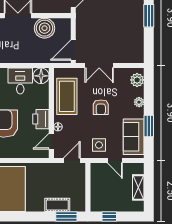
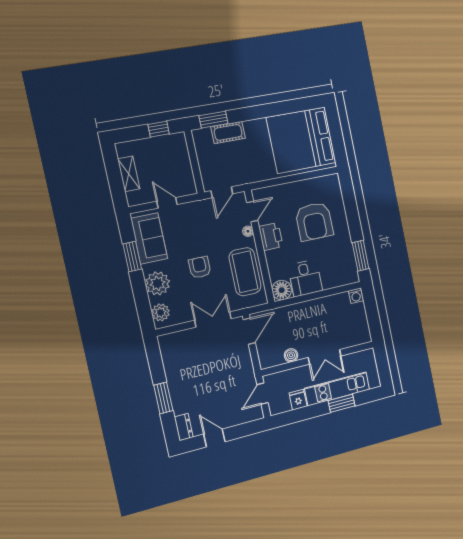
boiler: (45, 28) -> (291, 355), width x0.54, depth x0.54
plant: (139, 102) -> (158, 283), width x1.88, depth x1.88
side table: (99, 145) -> (192, 219), removed

